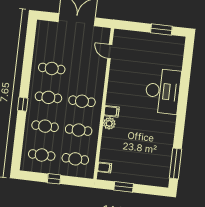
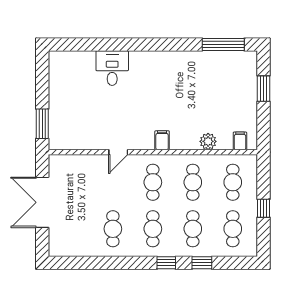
window: (161, 30) -> (42, 124), moved
door: (110, 52) -> (118, 152), moved
desk: (163, 91) -> (112, 68), width x0.53, depth x0.77
plant: (109, 123) -> (208, 141), moved
window: (20, 130) -> (202, 263), added
window: (124, 187) -> (263, 89), moved

